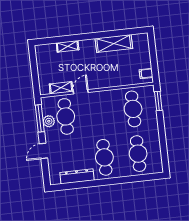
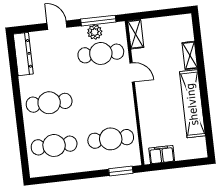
shelving: (114, 43) -> (192, 104), width x1.47
filing cabinet: (146, 74) -> (162, 155), width x2.00
shelving: (61, 88) -> (136, 34), moved
dresser: (77, 176) -> (23, 54), moved

